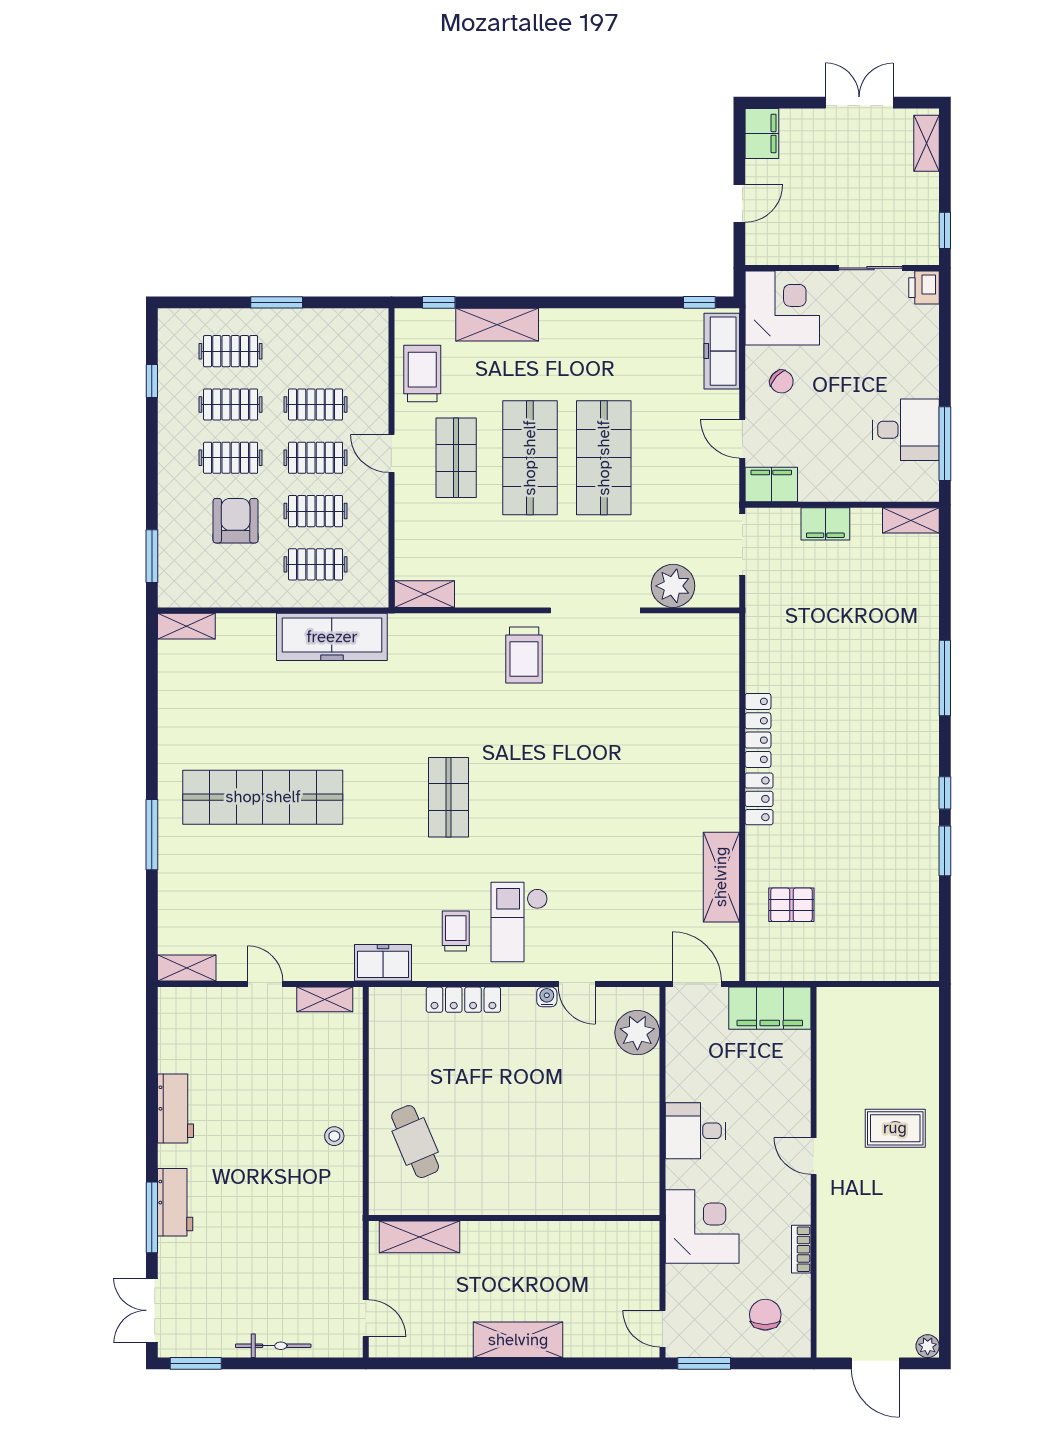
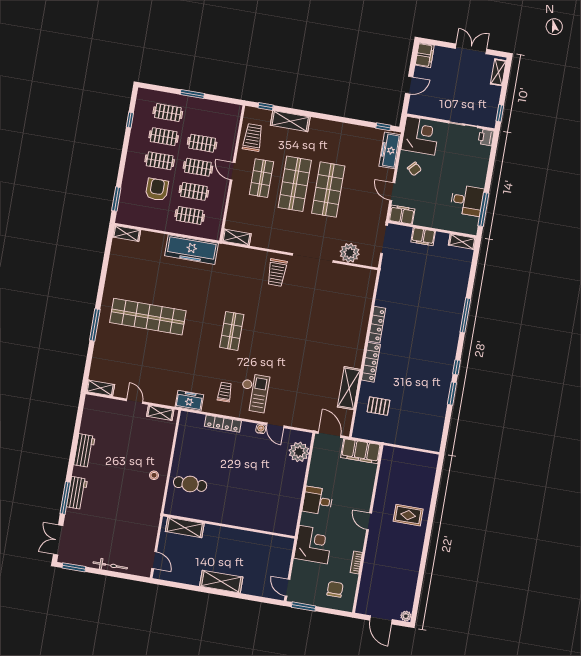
locker: (759, 799) -> (371, 362), width x1.53
checkout: (519, 922) -> (254, 393), turned 180
cafe table: (415, 1142) -> (190, 484), turned -67

